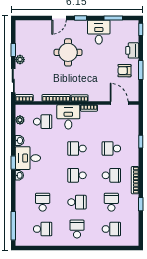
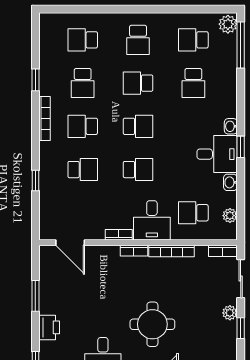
armchair: (124, 71) -> (62, 295), removed
plant: (21, 239) -> (228, 24), added

